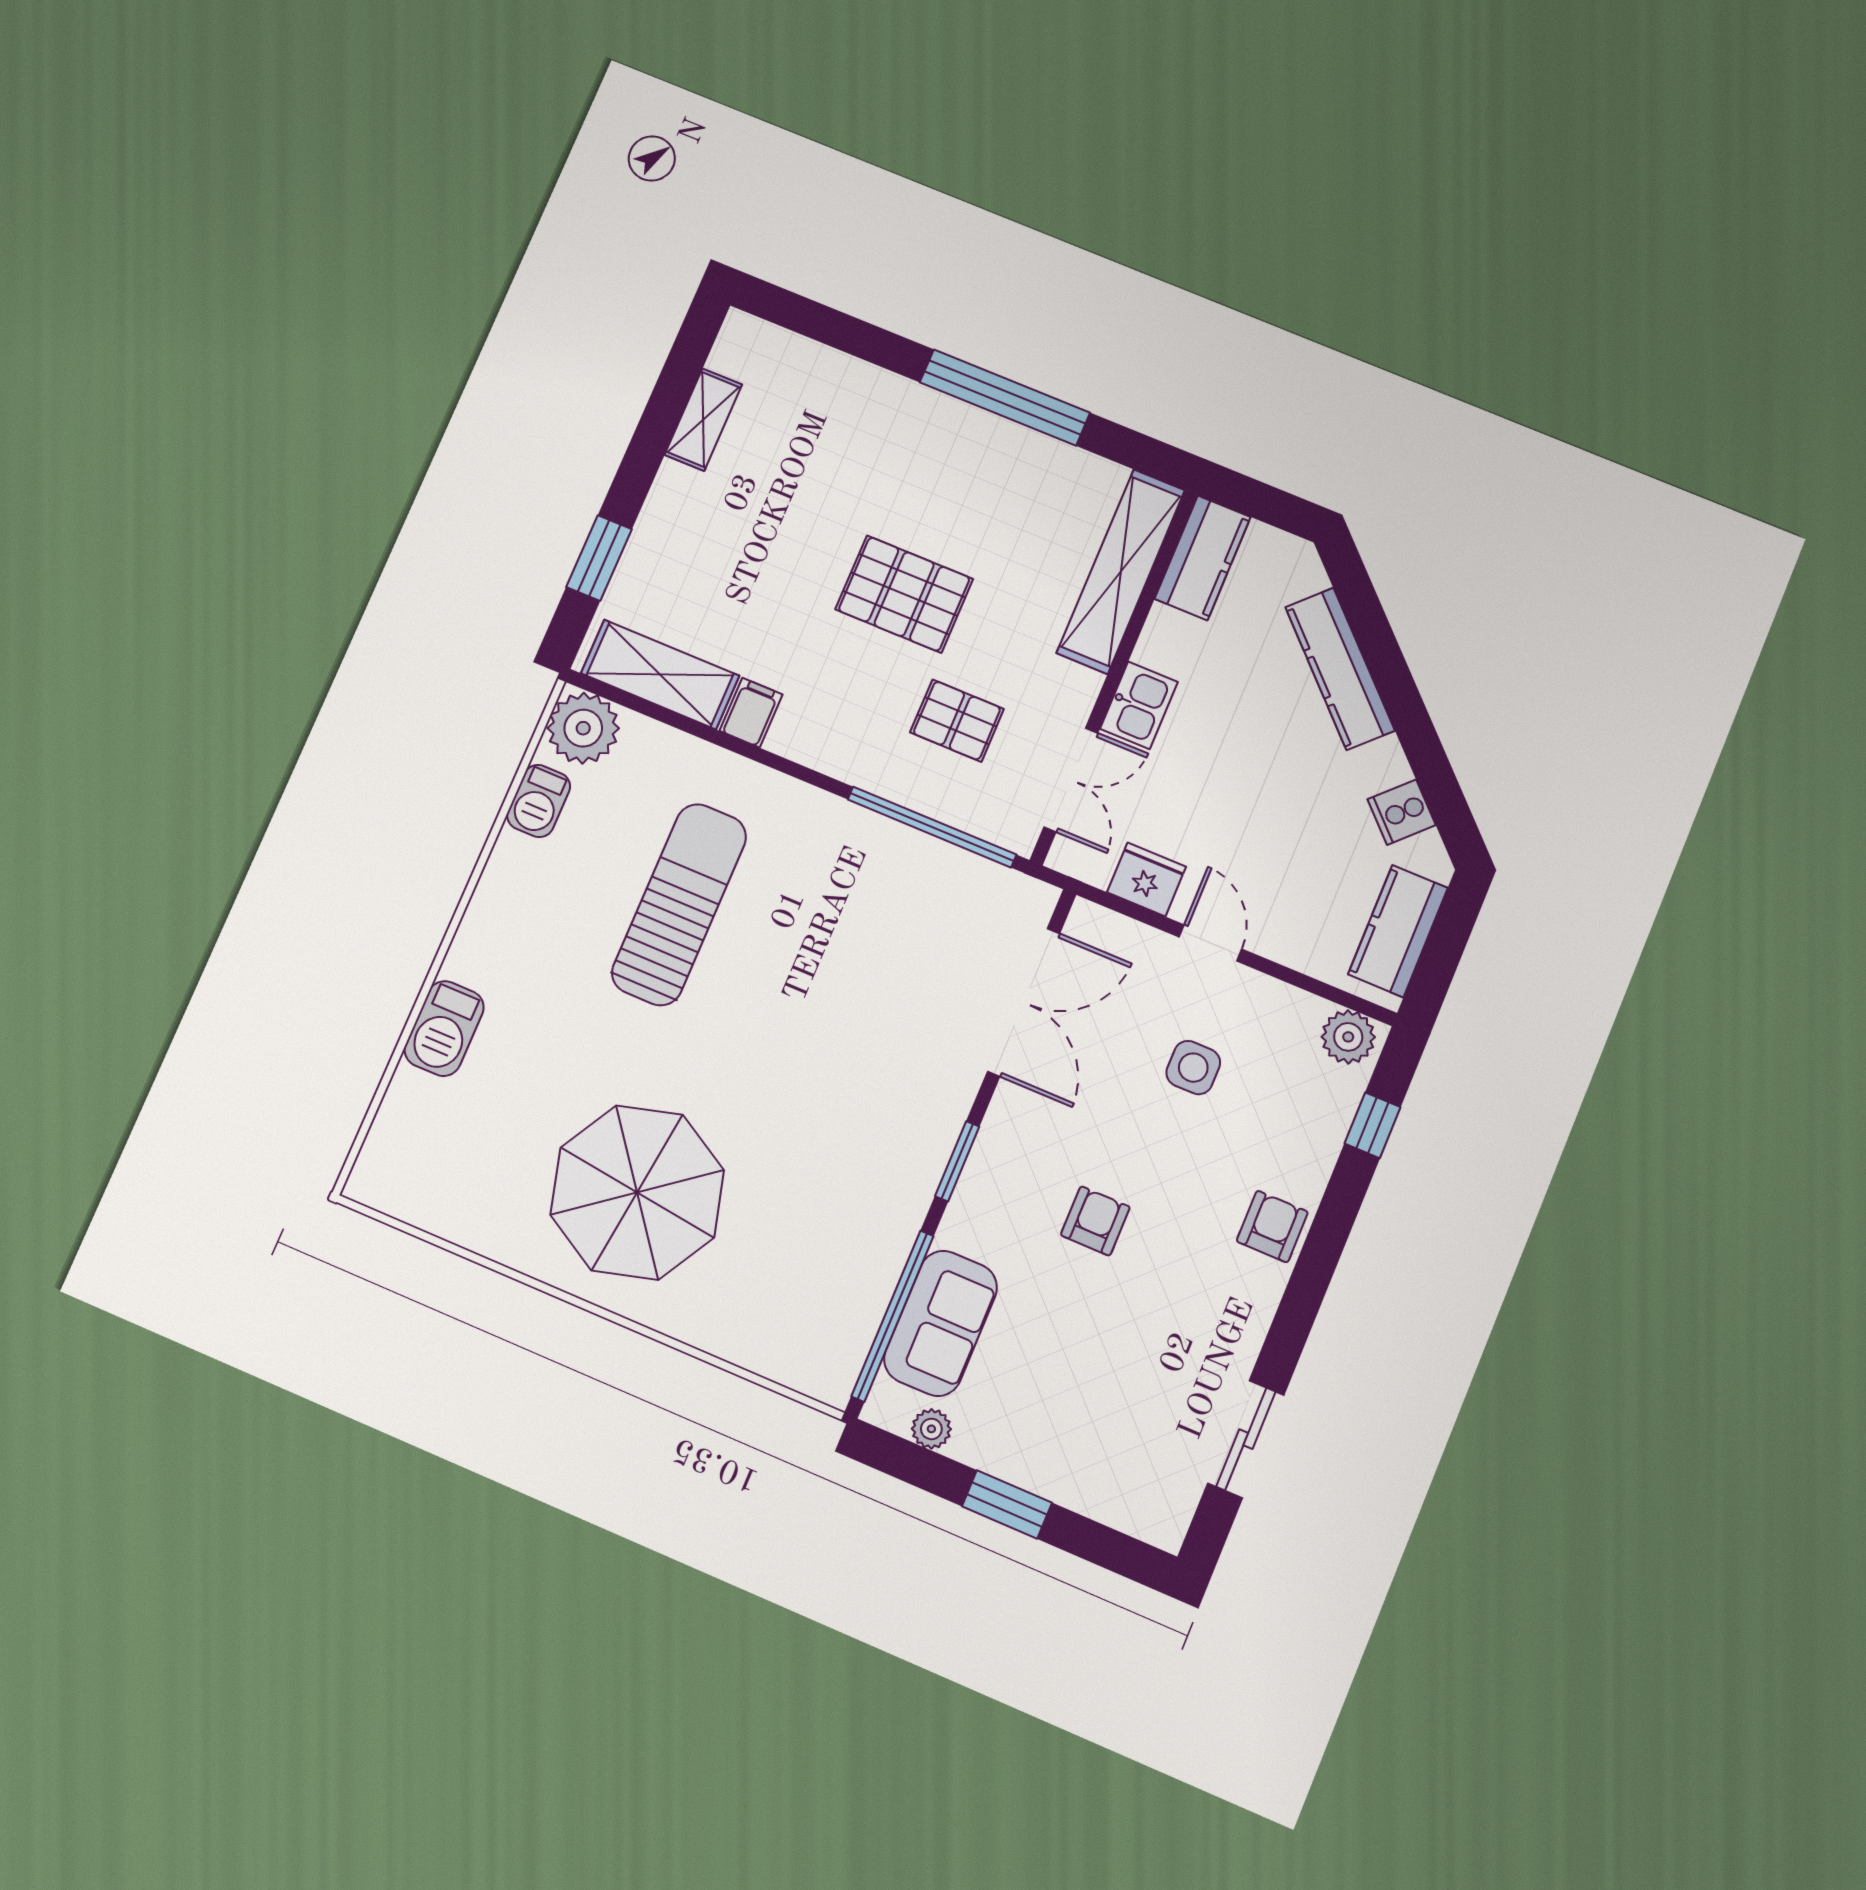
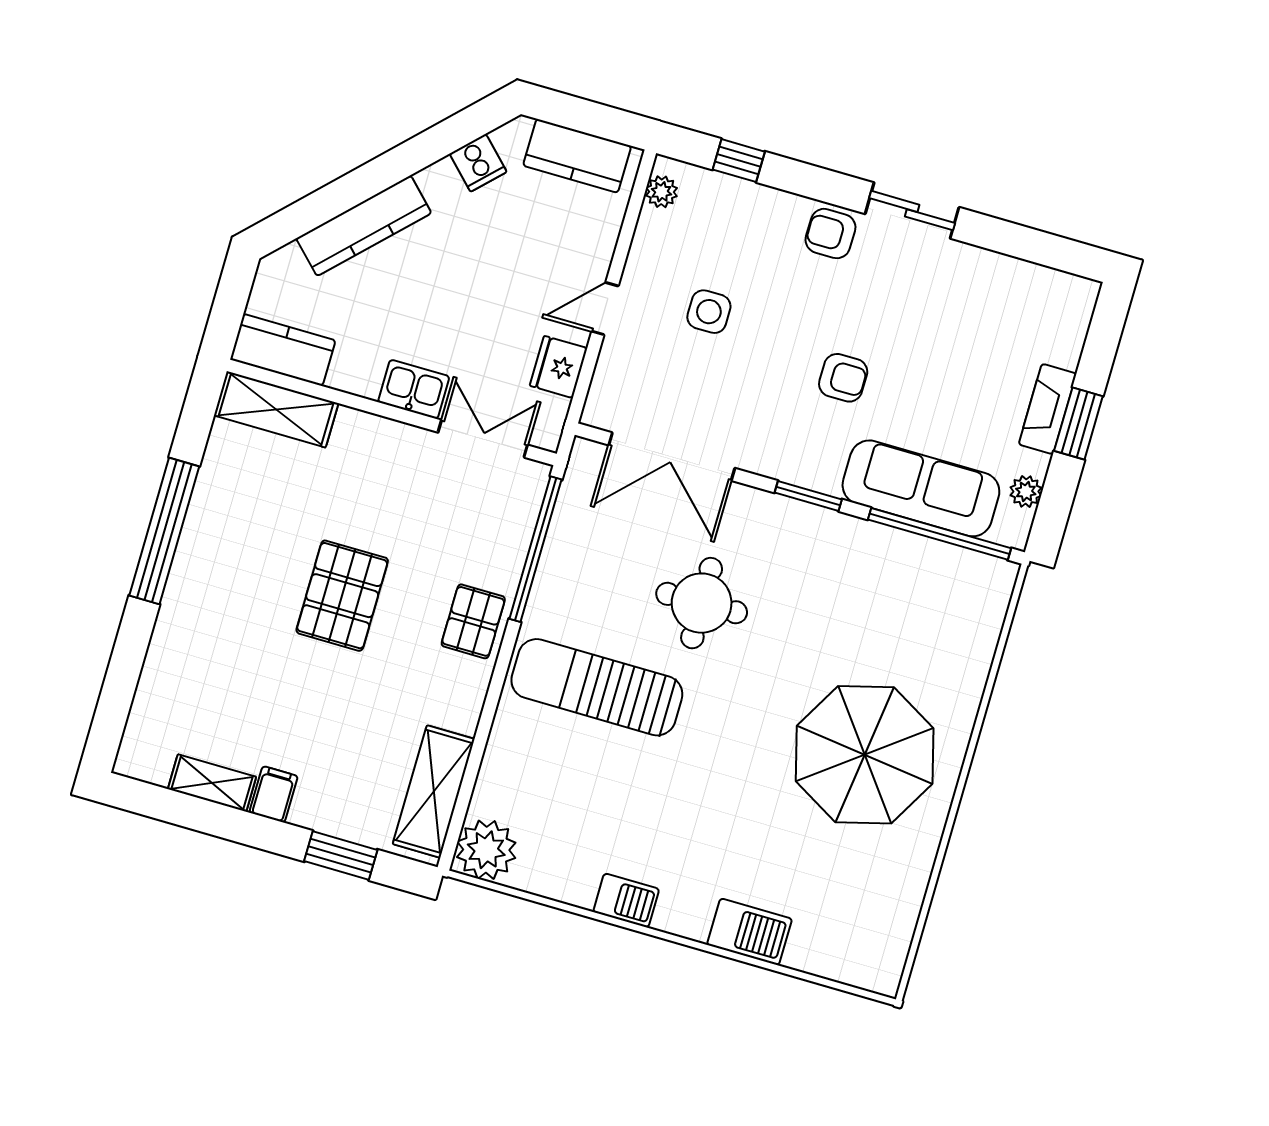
shelving: (1121, 571) -> (276, 409), width x0.68
filing cabinet: (751, 713) -> (274, 794), moved, turned 90
pallet: (957, 721) -> (473, 621), moved
barbecue: (539, 801) -> (626, 900), moved
sun lounger: (679, 905) -> (597, 687), moved
double door: (1024, 1002) -> (672, 457), swing flipped
round table: (844, 1017) -> (702, 603), added
plant: (1348, 1037) -> (661, 192), width x0.73, depth x0.73
armchair: (1095, 1221) -> (843, 378), turned 180
sofa: (941, 1323) -> (921, 488), width x1.36
sliding door: (1246, 1439) -> (912, 211), moved
fireplace: (1029, 1468) -> (1048, 409), added

